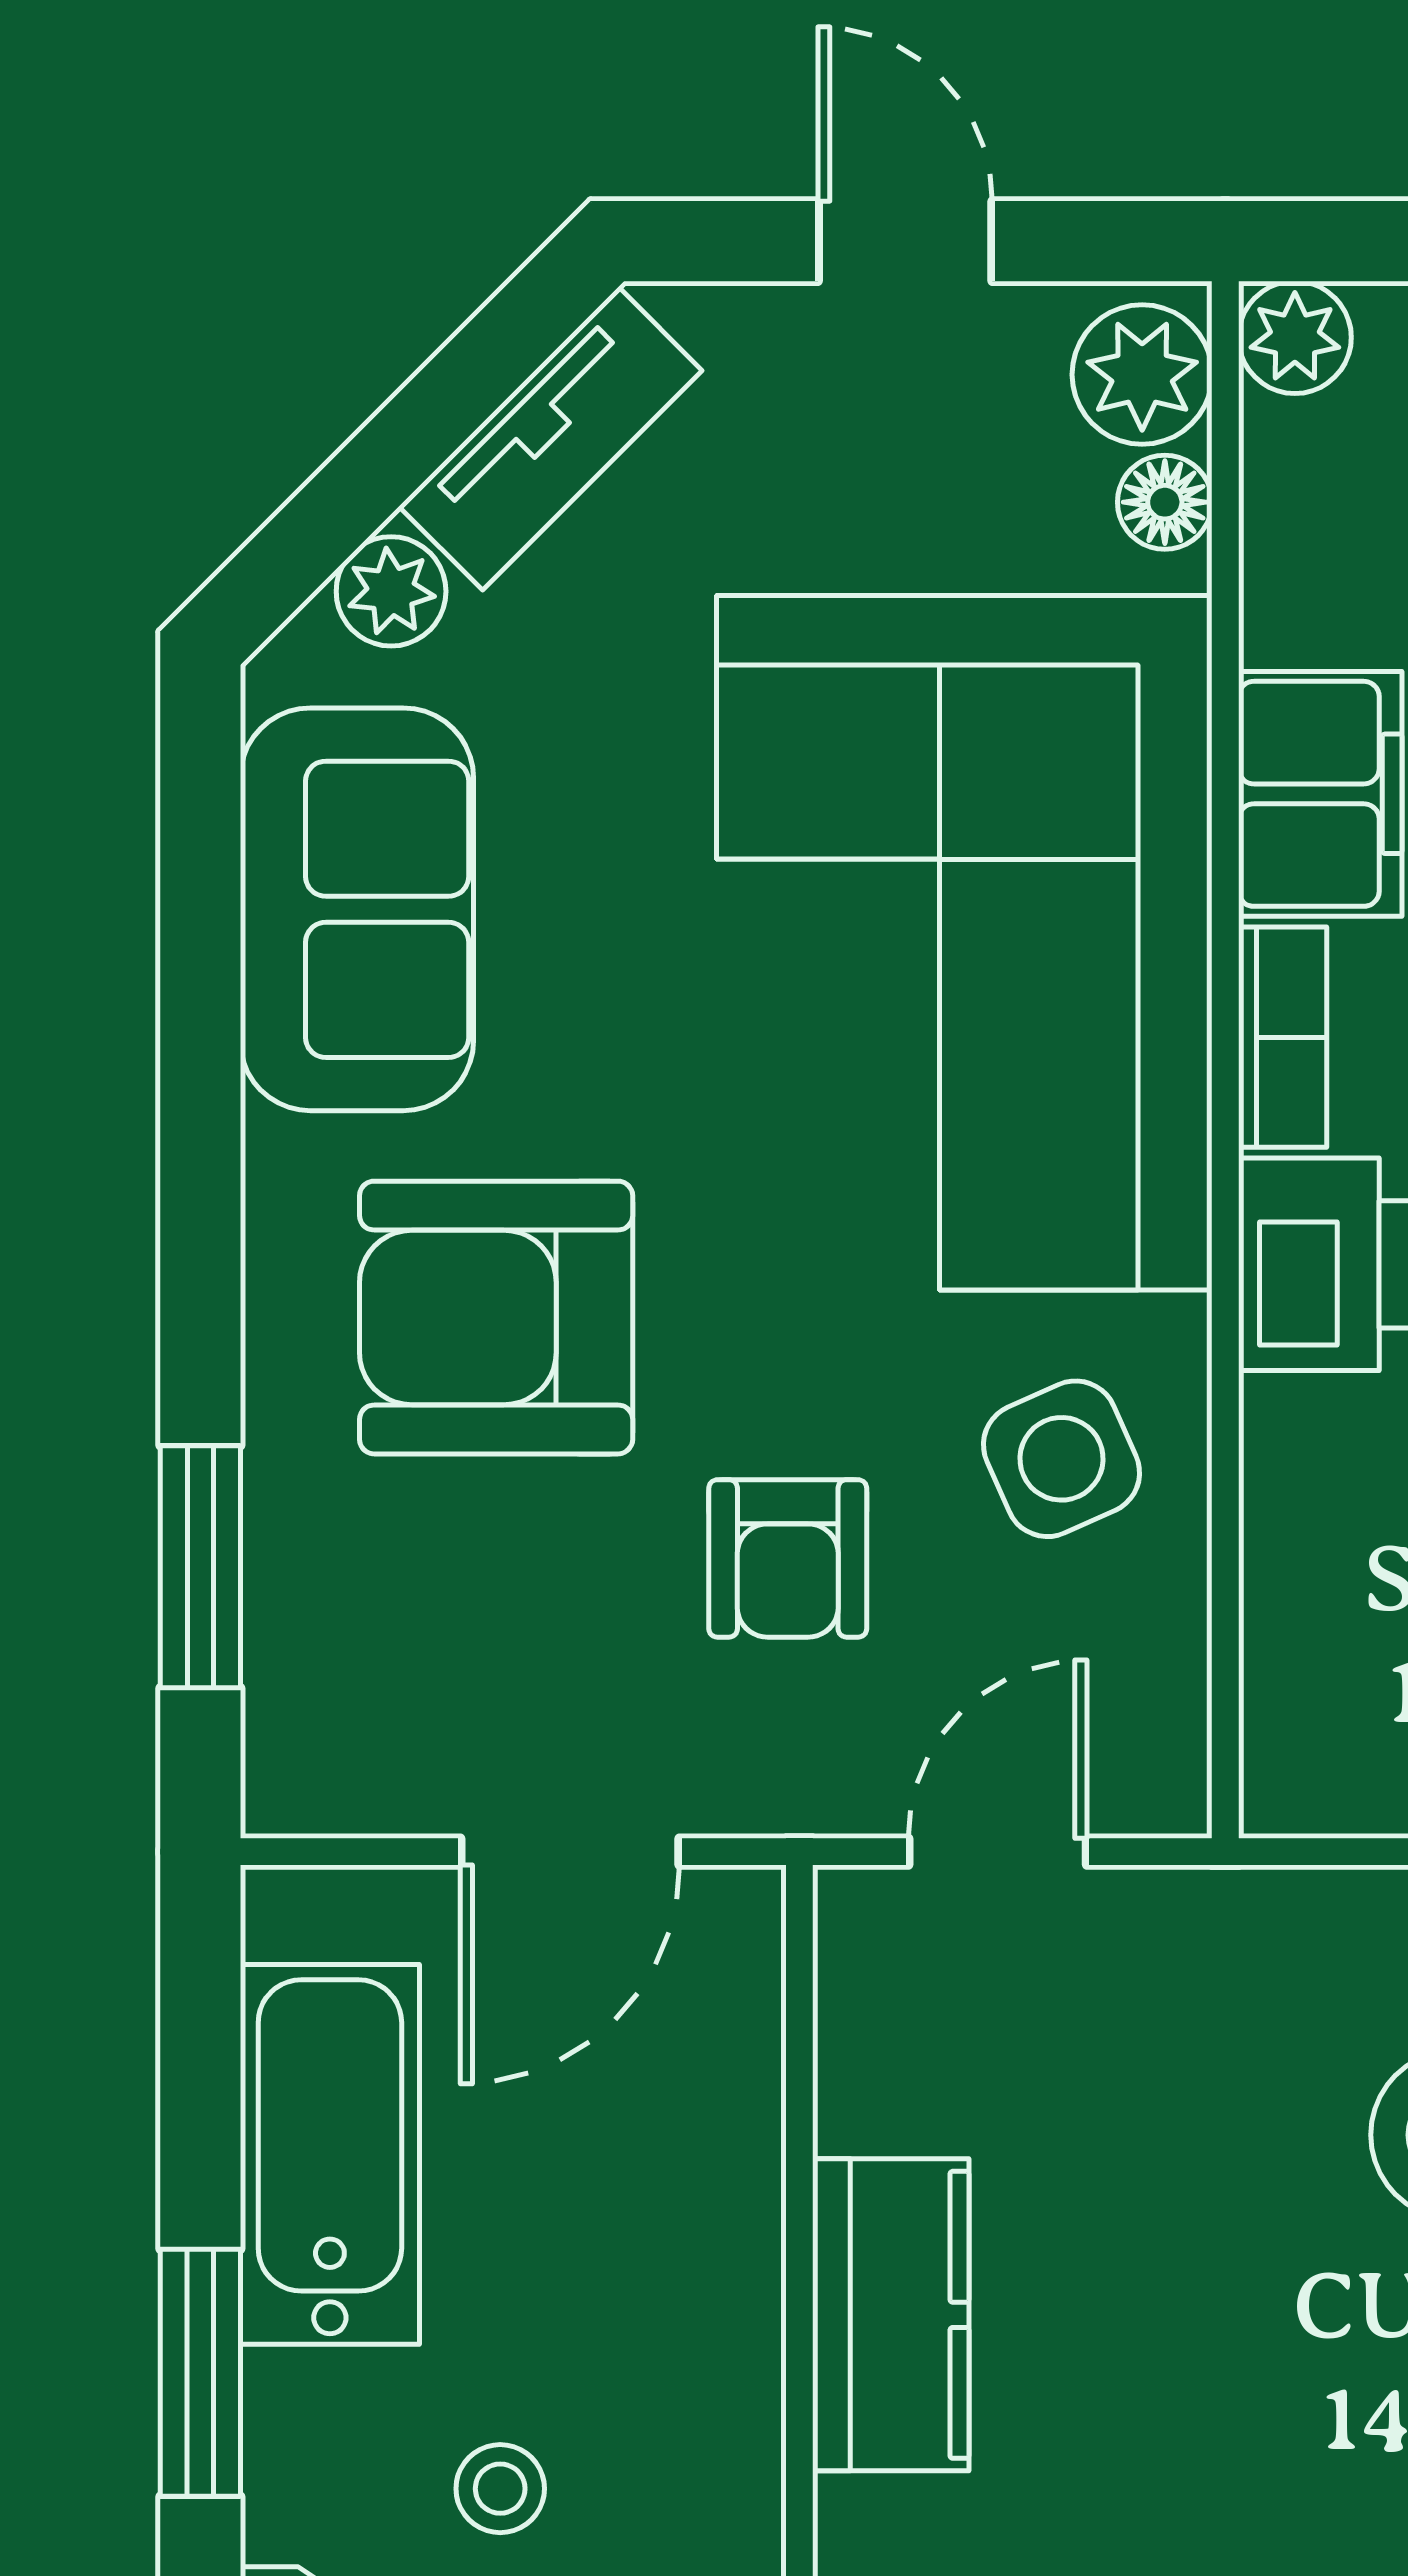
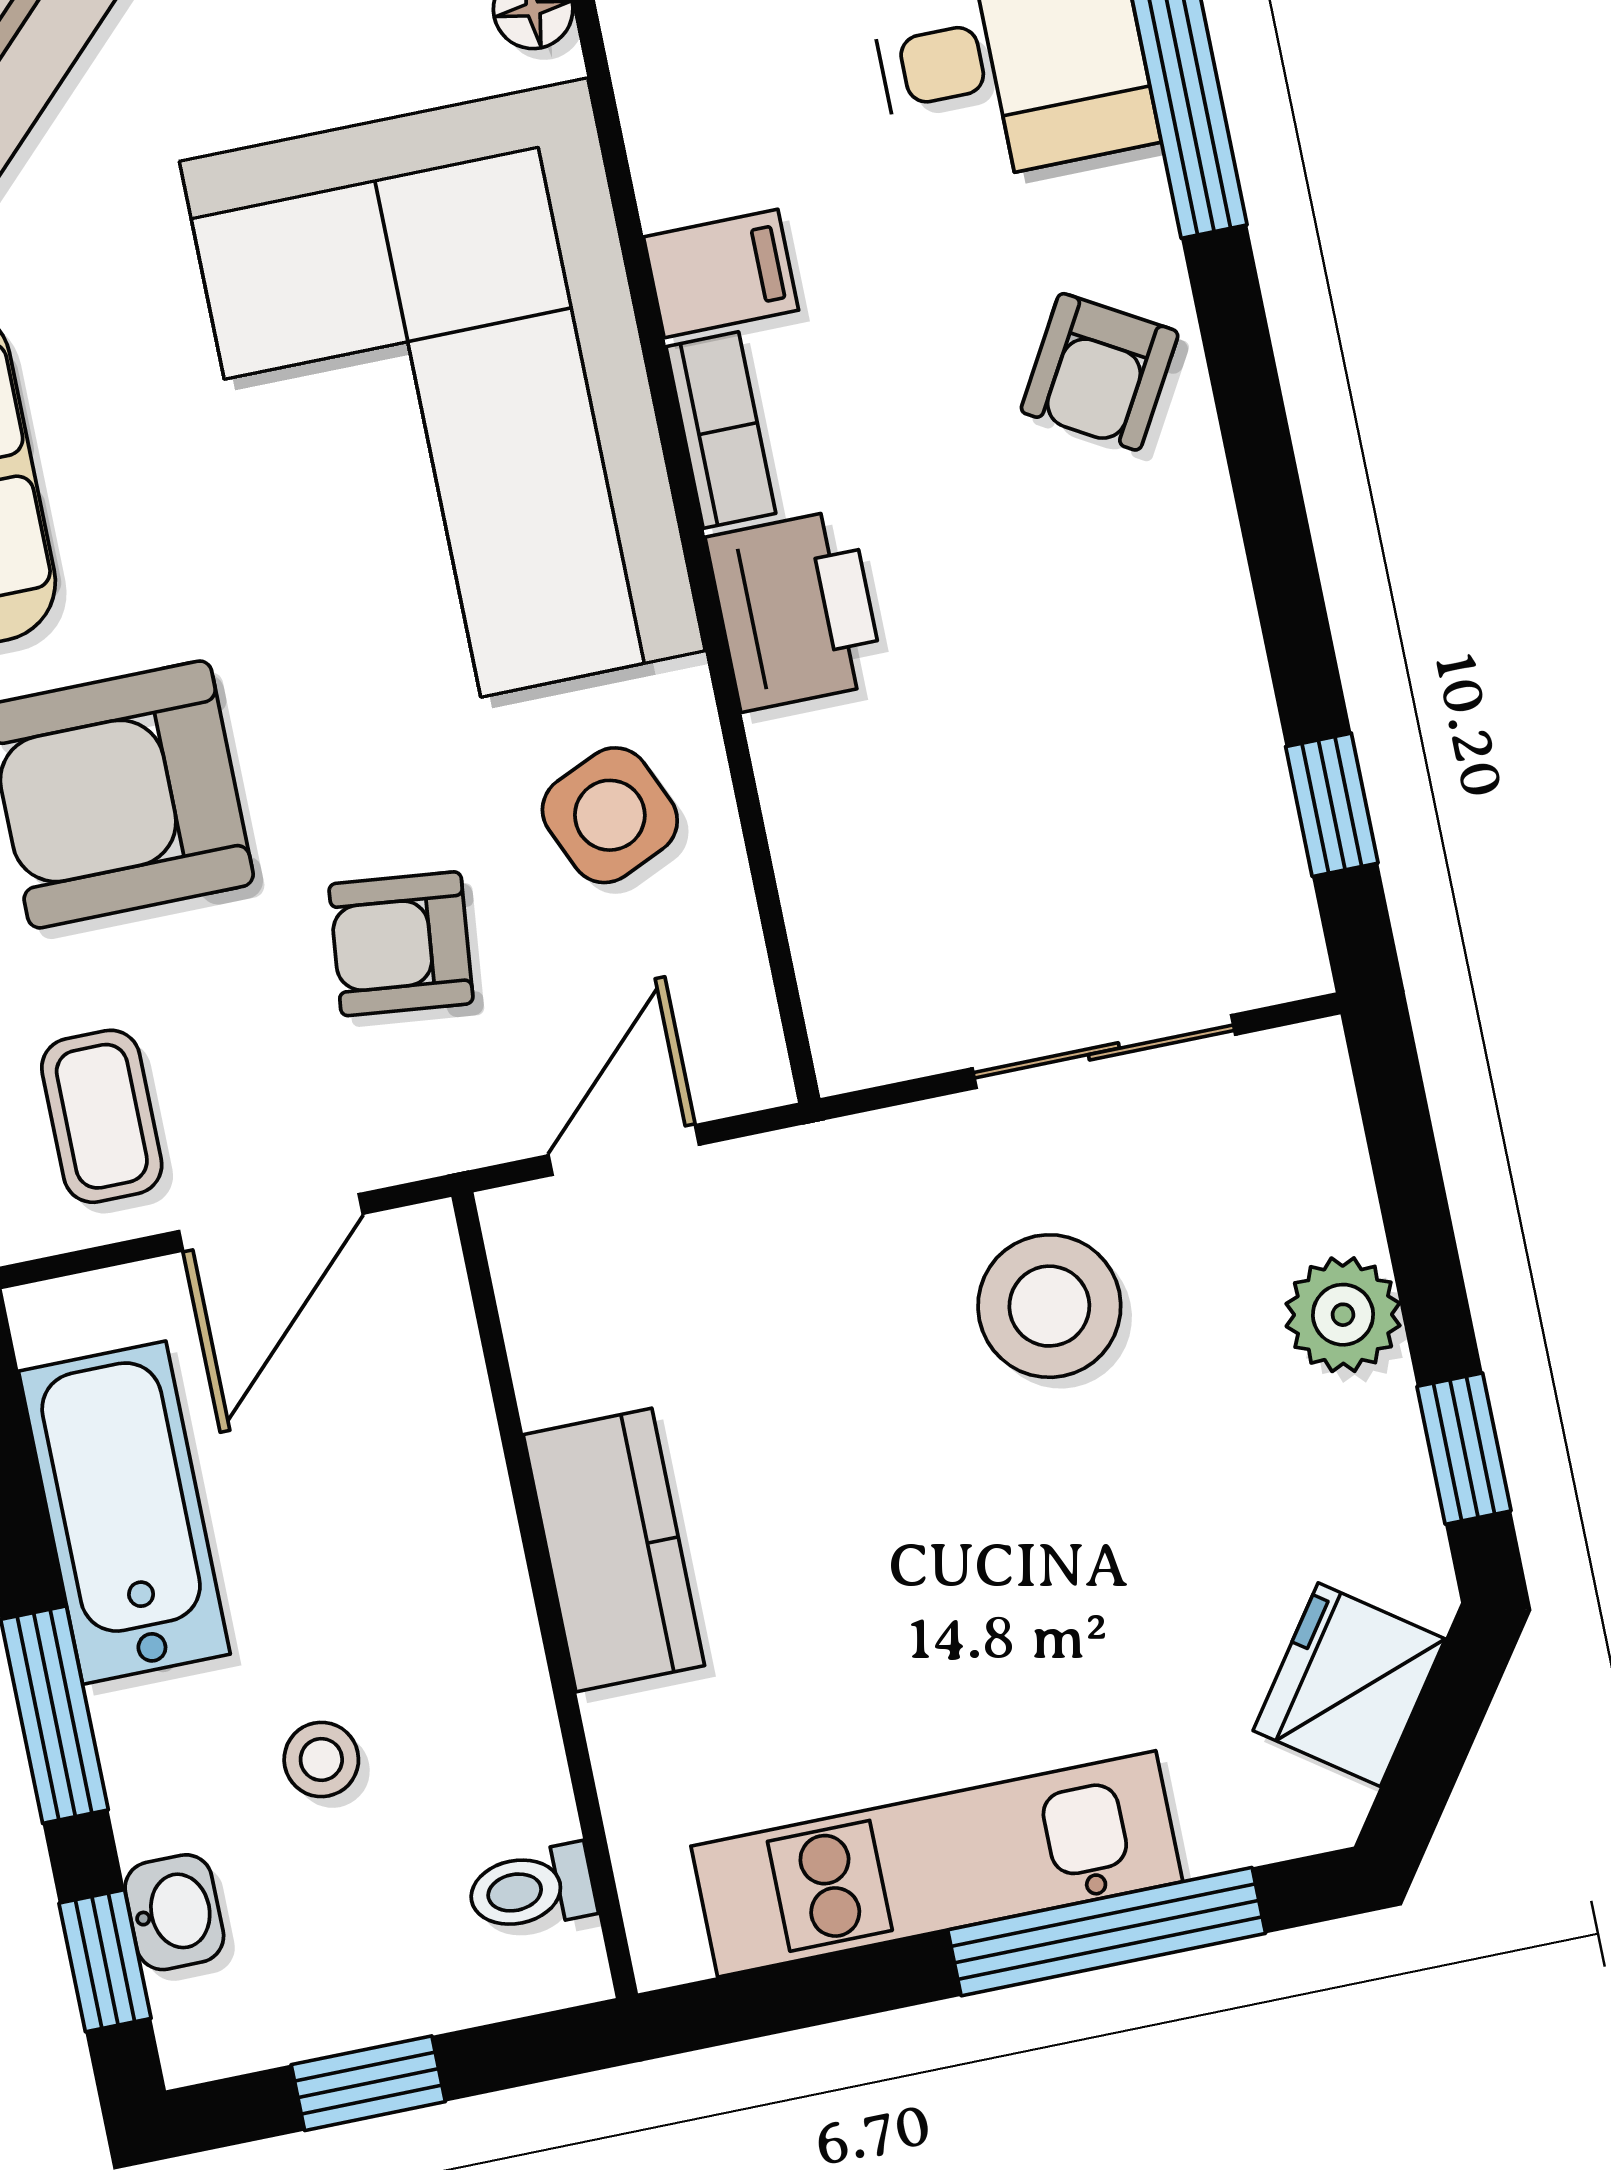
filing cabinet: (1320, 794) -> (721, 274), width x0.50
armchair: (788, 1558) -> (401, 944), turned 96
coffee table: (398, 1688) -> (102, 1116), added

